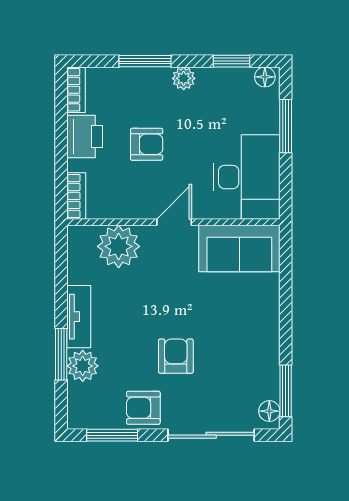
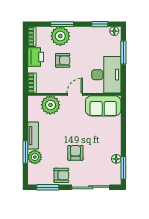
plant: (184, 78) -> (60, 36), moved, width x1.87, depth x1.87
armchair: (143, 408) -> (61, 175), turned 180
floor lamp: (269, 411) -> (116, 159), moved

